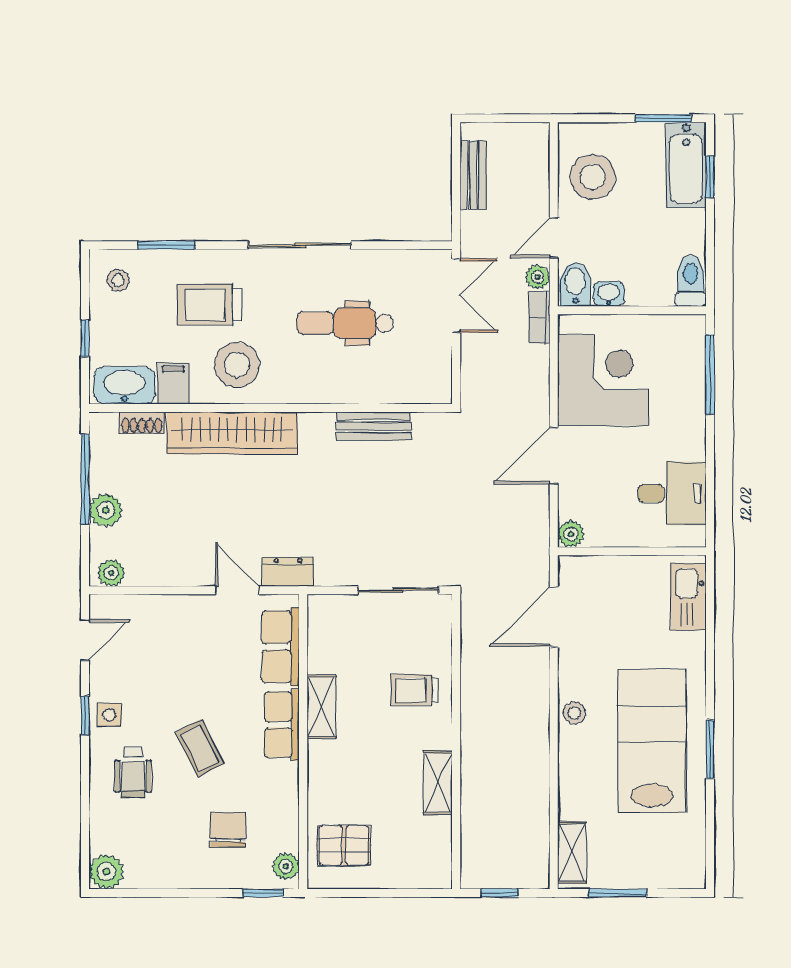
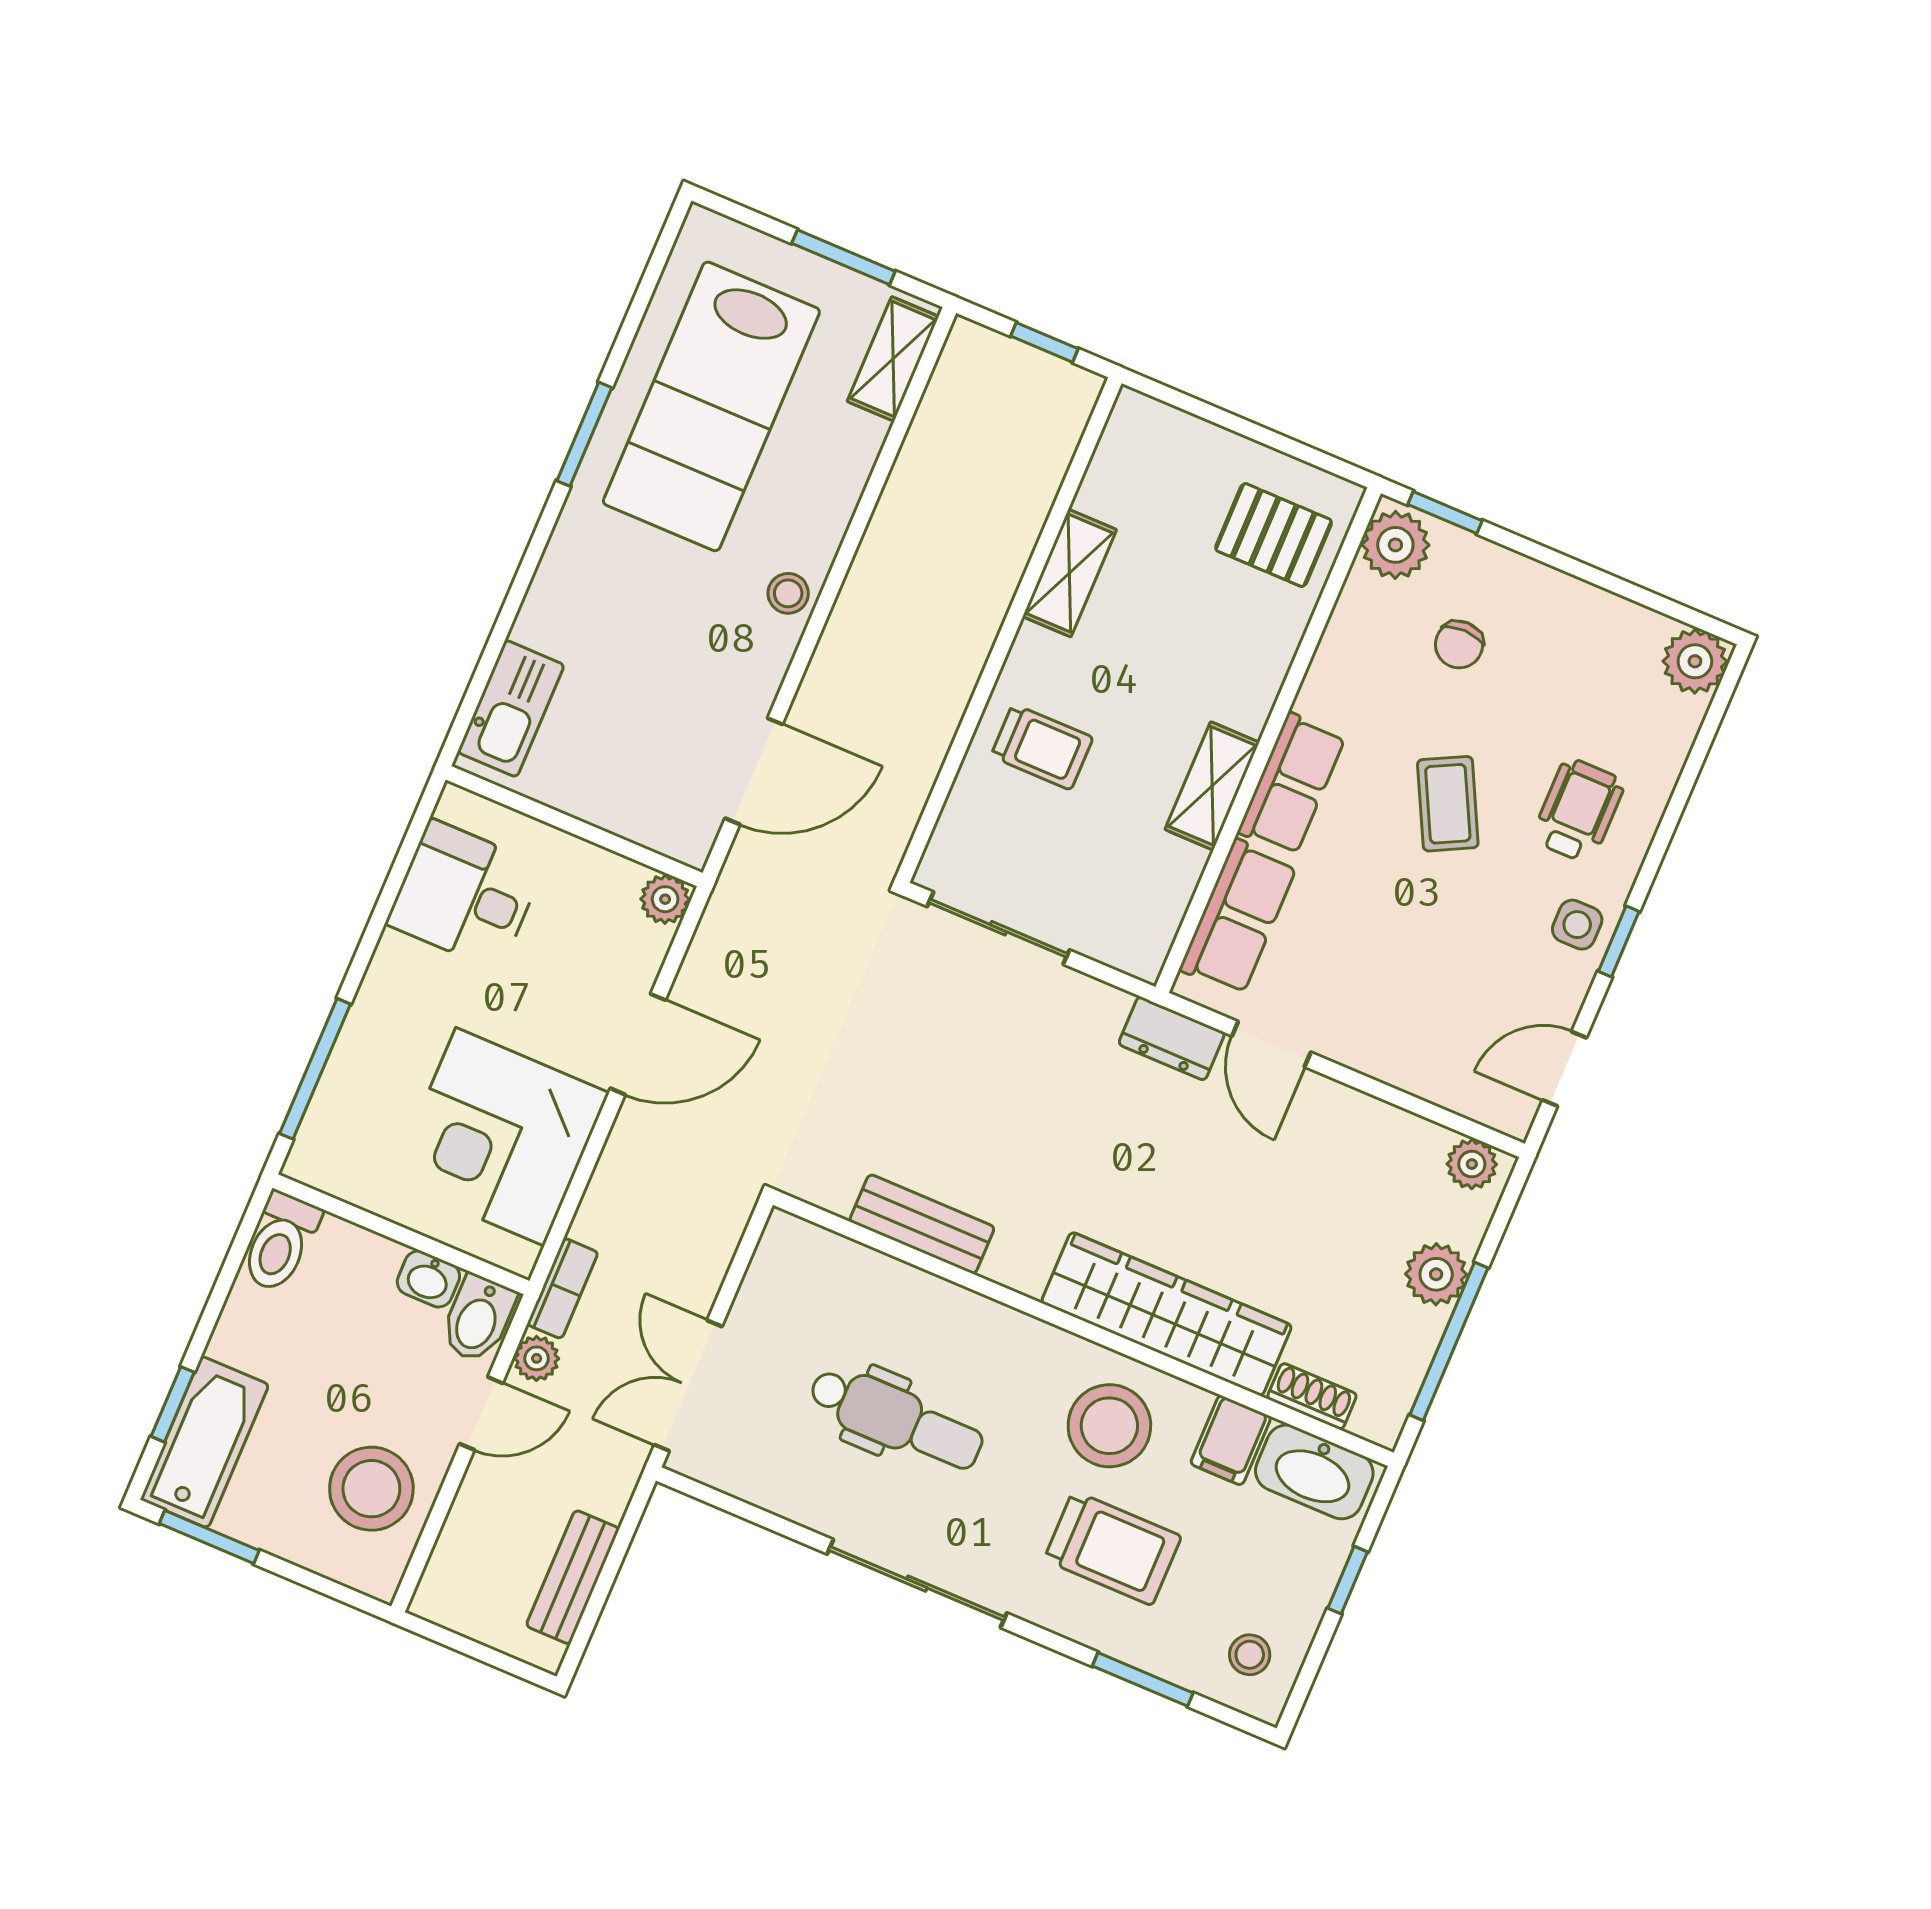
lab bench: (652, 741) -> (711, 406), moved
chair: (228, 830) -> (1459, 645), width x0.73, depth x0.73
plant: (286, 866) -> (1395, 545), width x1.38, depth x1.38

